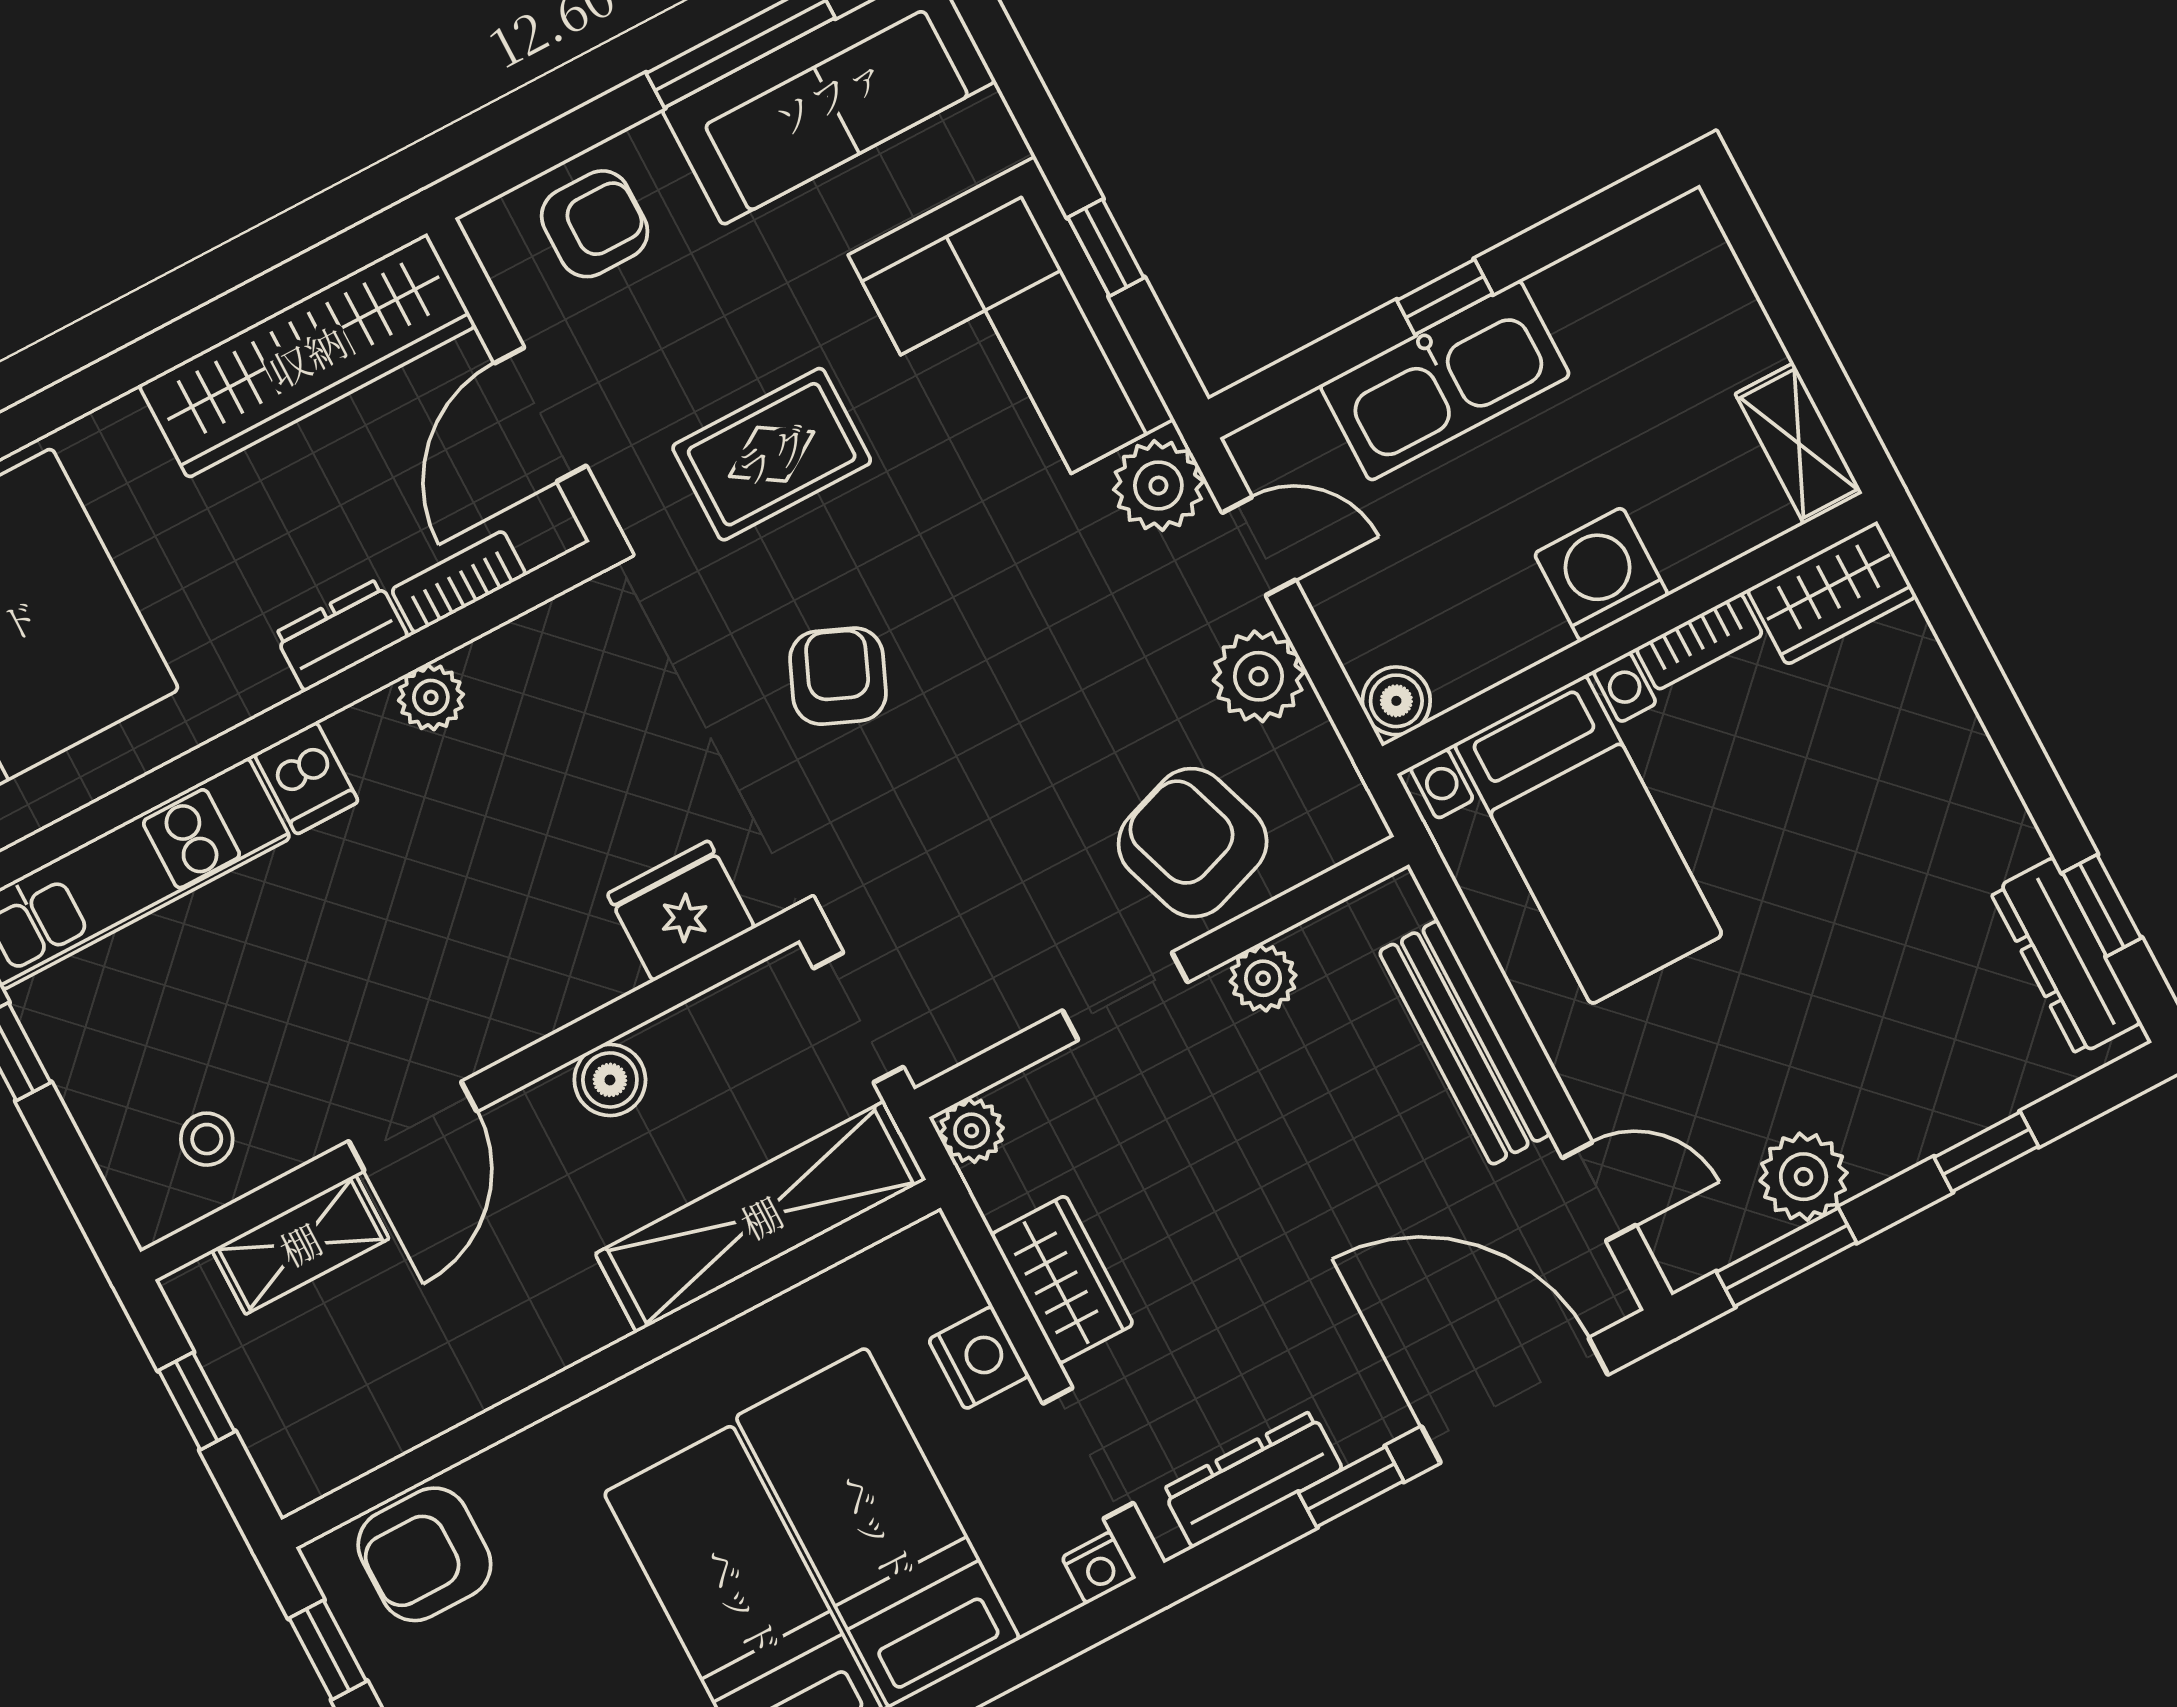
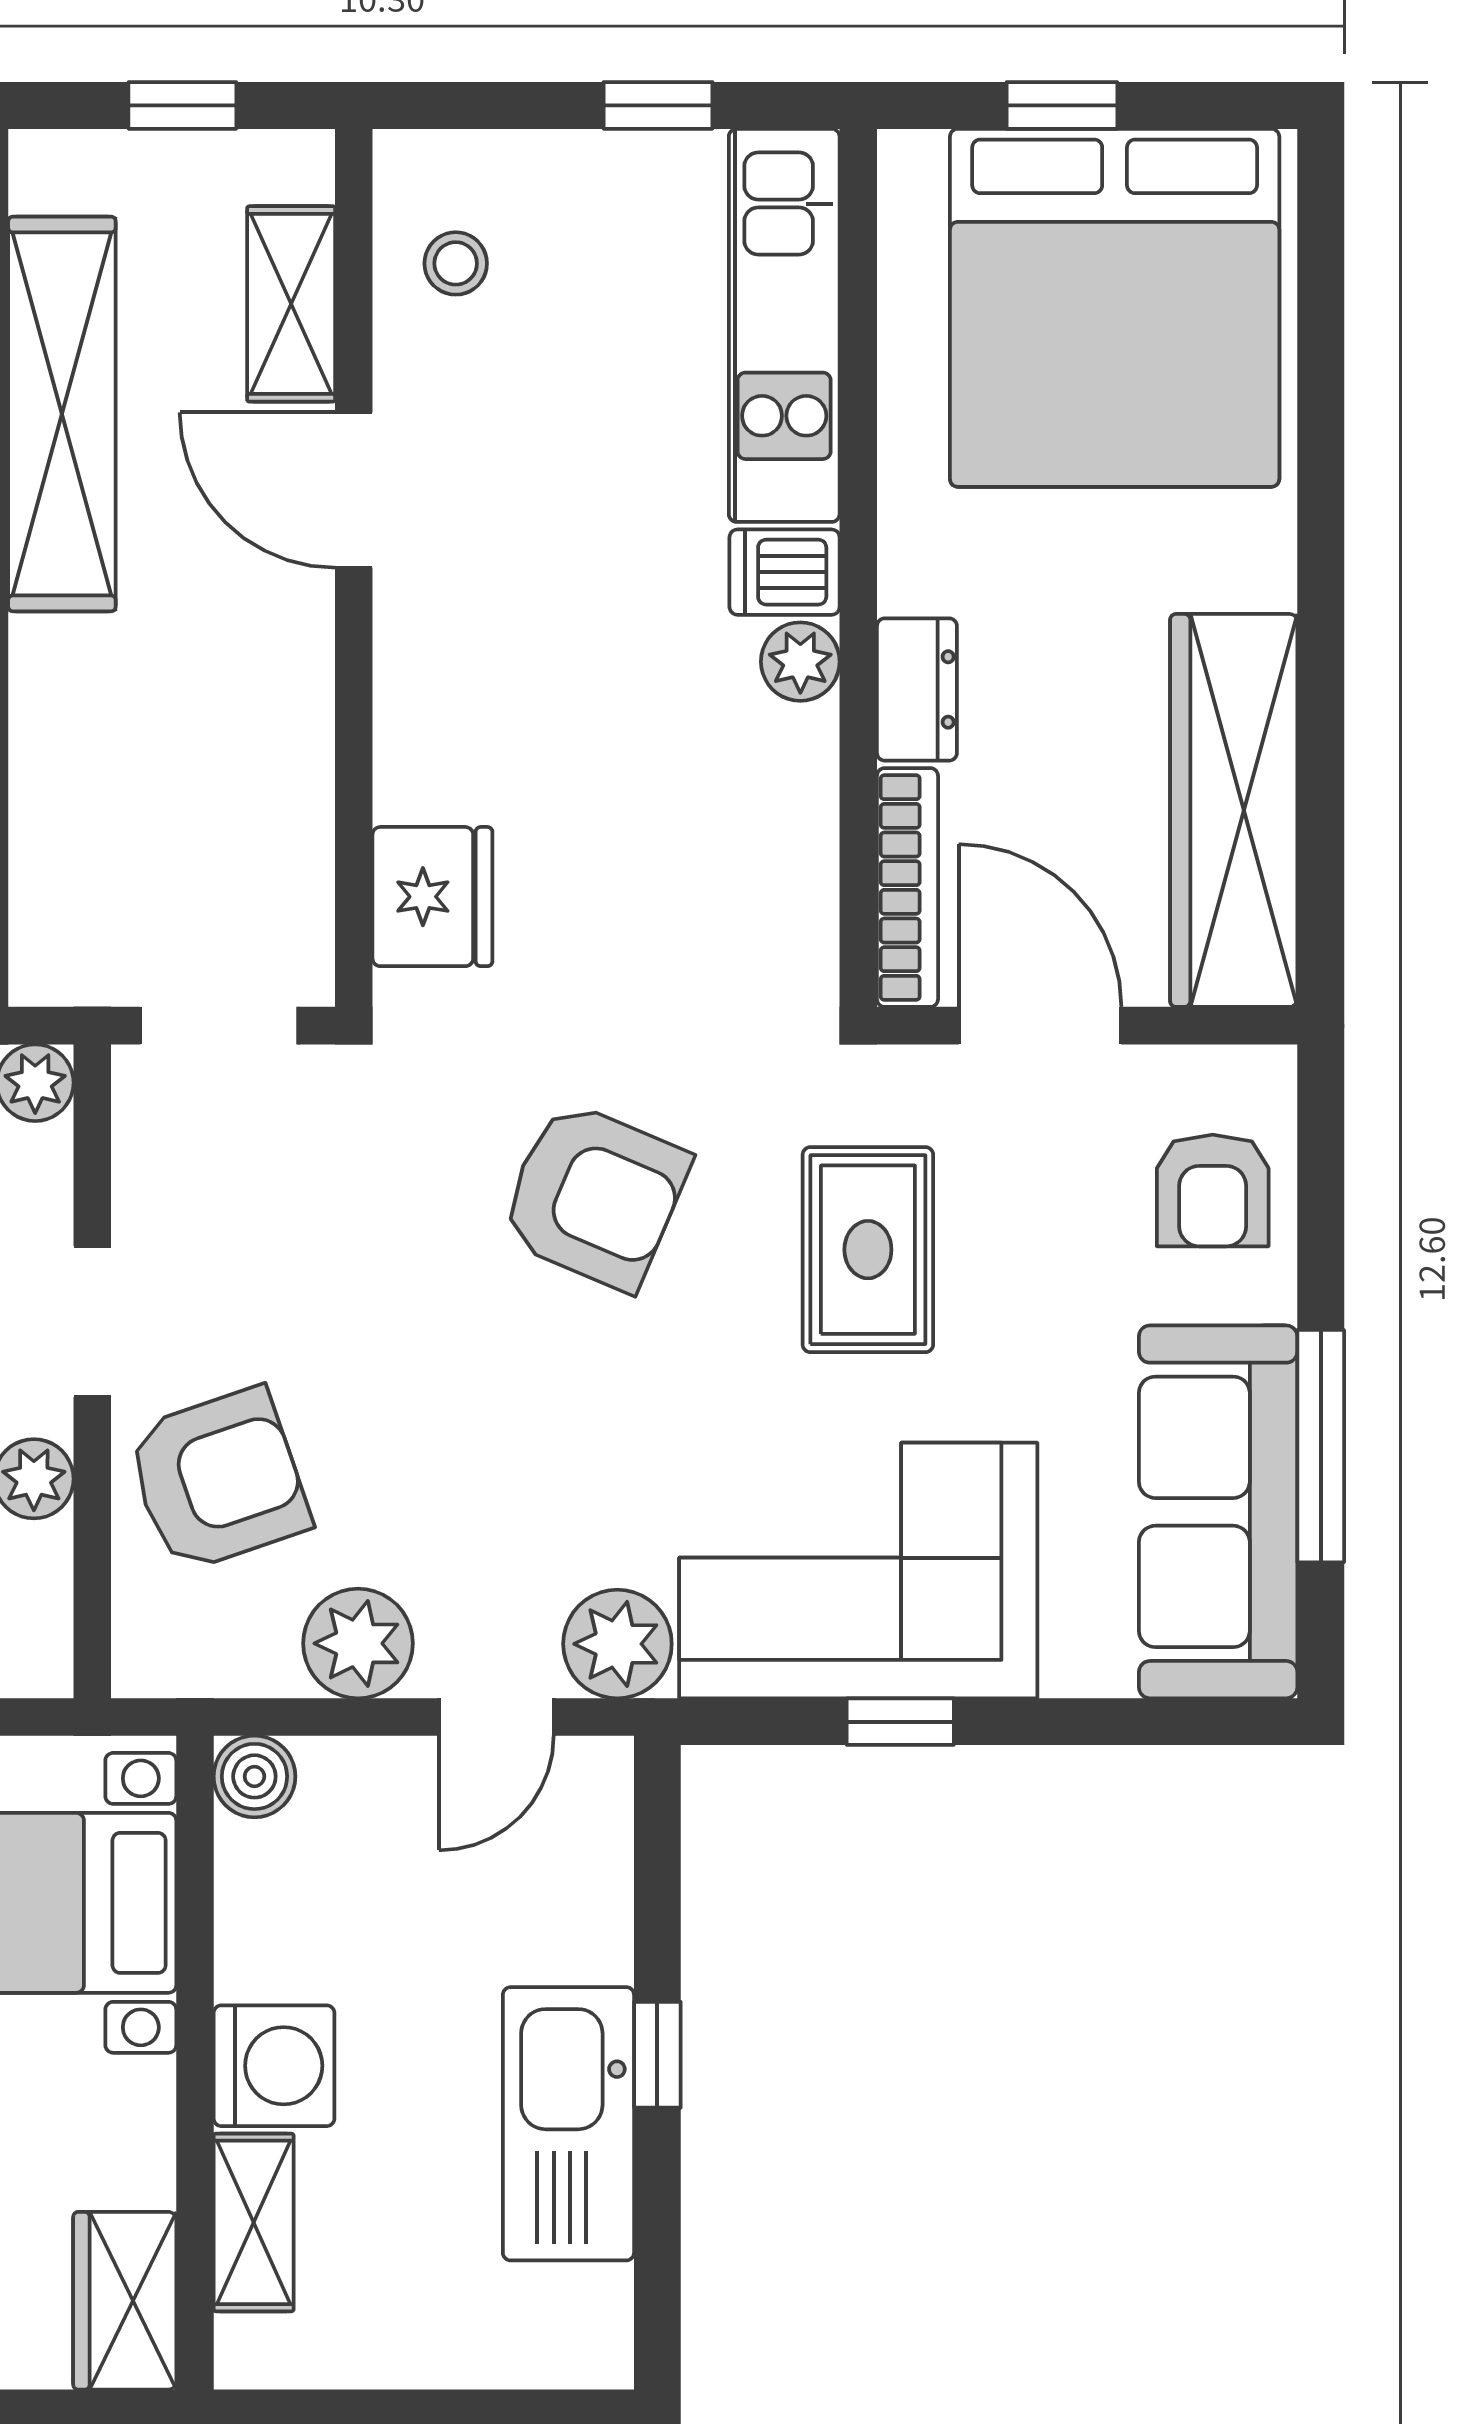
kitchen sink: (1445, 380) -> (568, 2124), moved
shelving: (1799, 444) -> (254, 2222), moved, turned 90
bookcase: (459, 582) -> (907, 888), width x1.56
bookcase: (1699, 642) -> (147, 2132), removed
armchair: (838, 676) -> (594, 1196), width x1.38, depth x1.38
plant: (431, 697) -> (800, 662), moved
boiler: (610, 1080) -> (292, 726), removed
shelving: (761, 1217) -> (62, 414), moved

